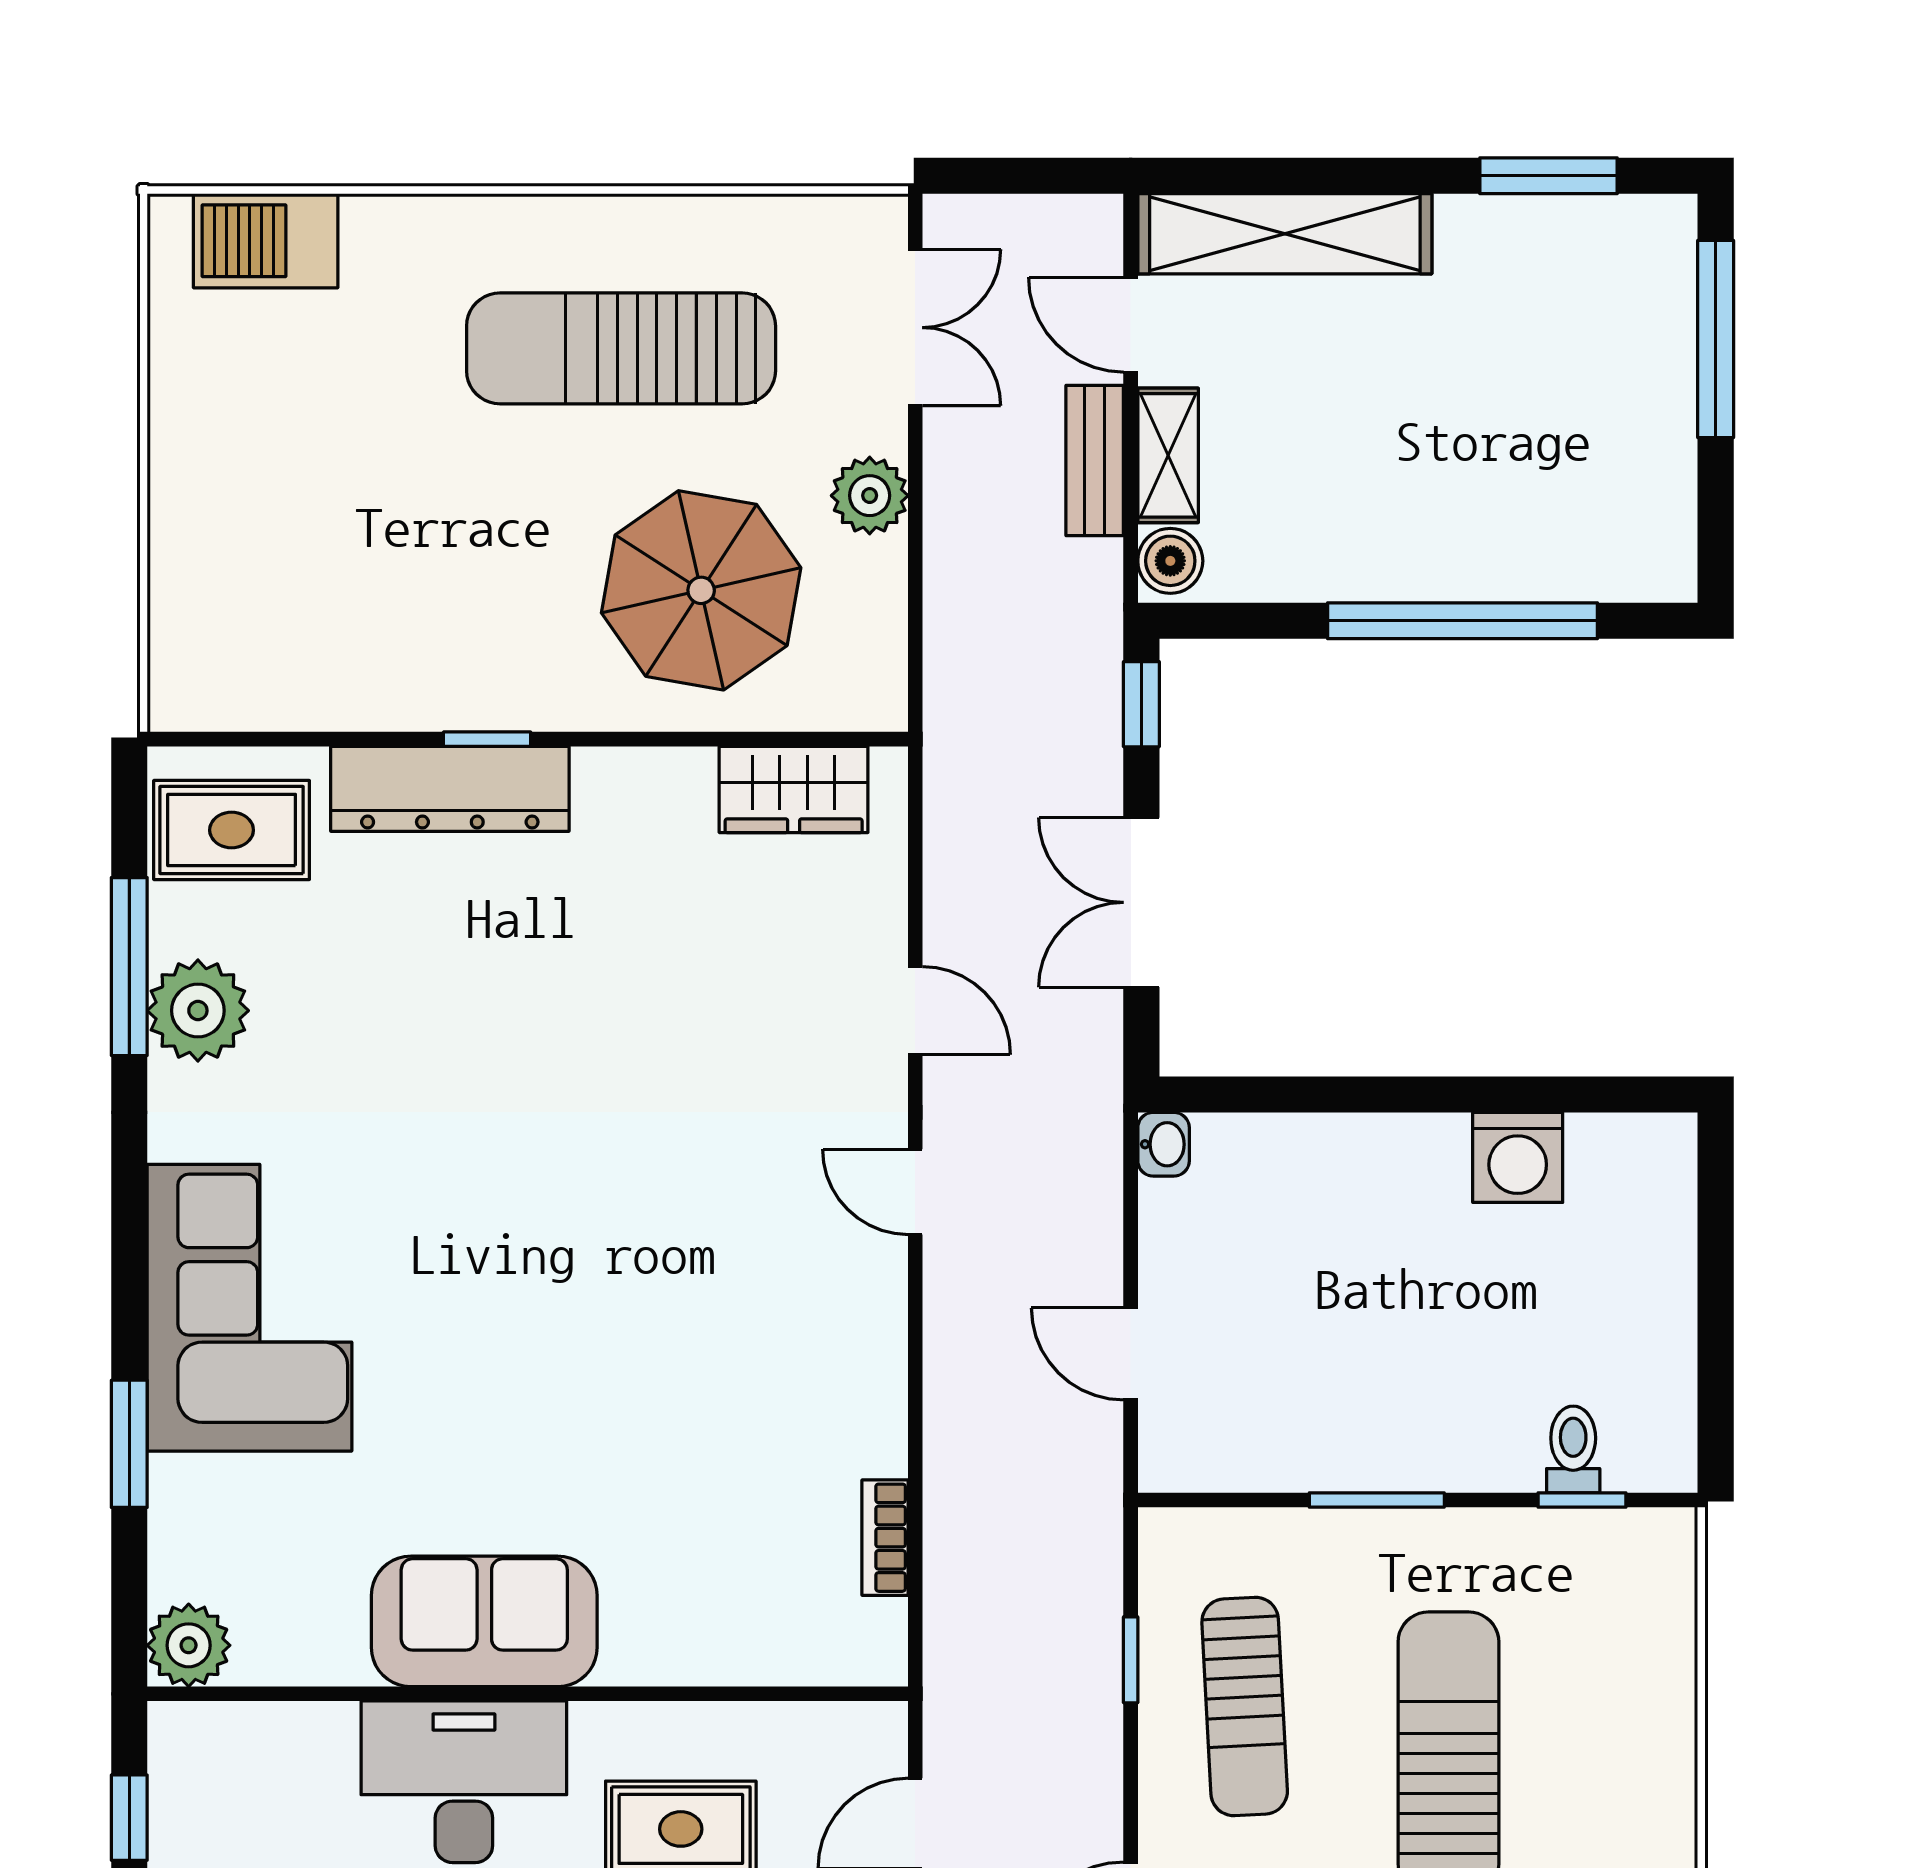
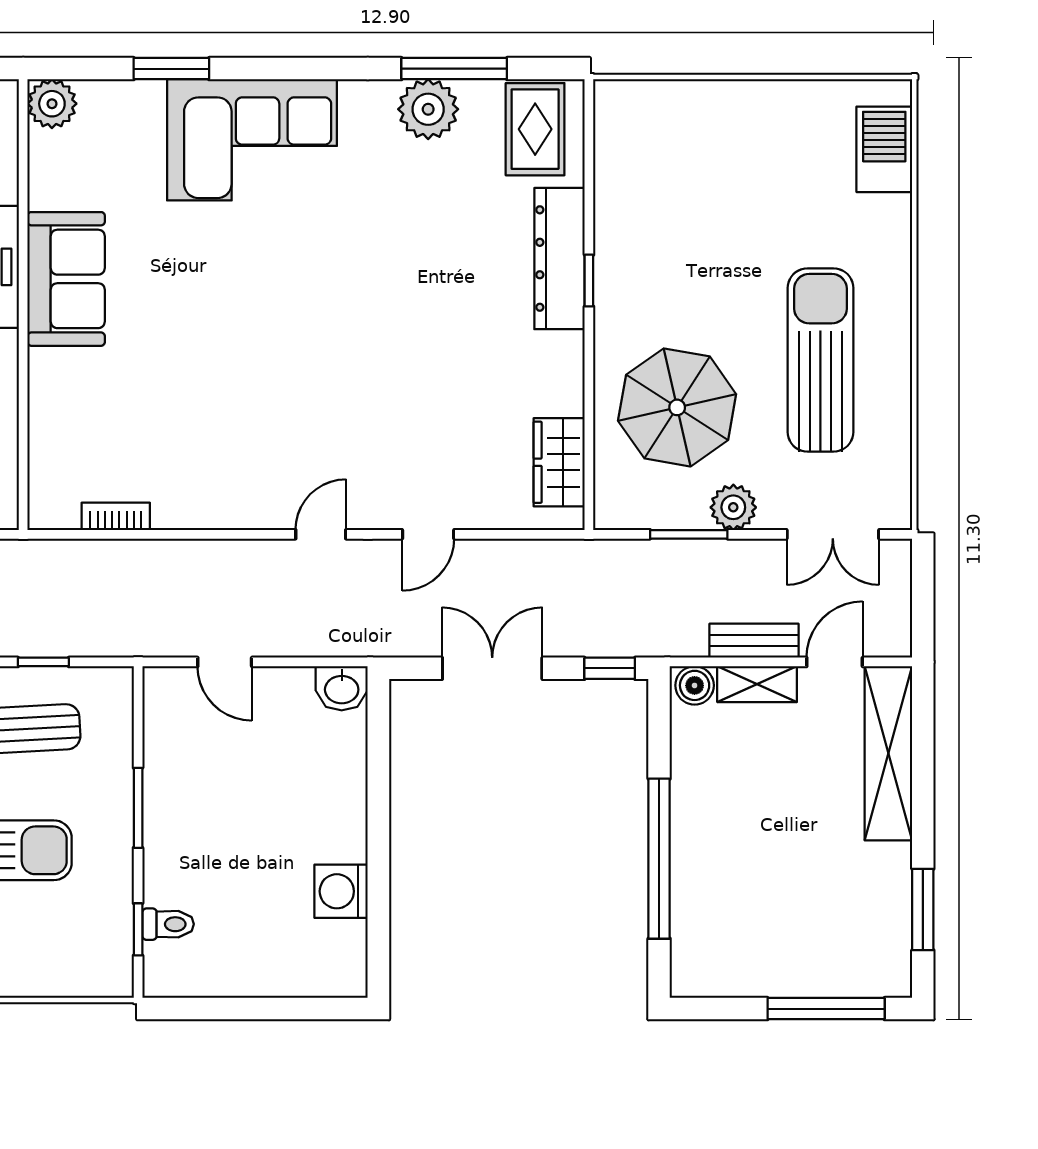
window: (915, 571) -> (689, 534), added
washbasin: (1164, 1144) -> (342, 688), width x1.38, depth x1.45
door: (1131, 1354) -> (225, 662), swing flipped

